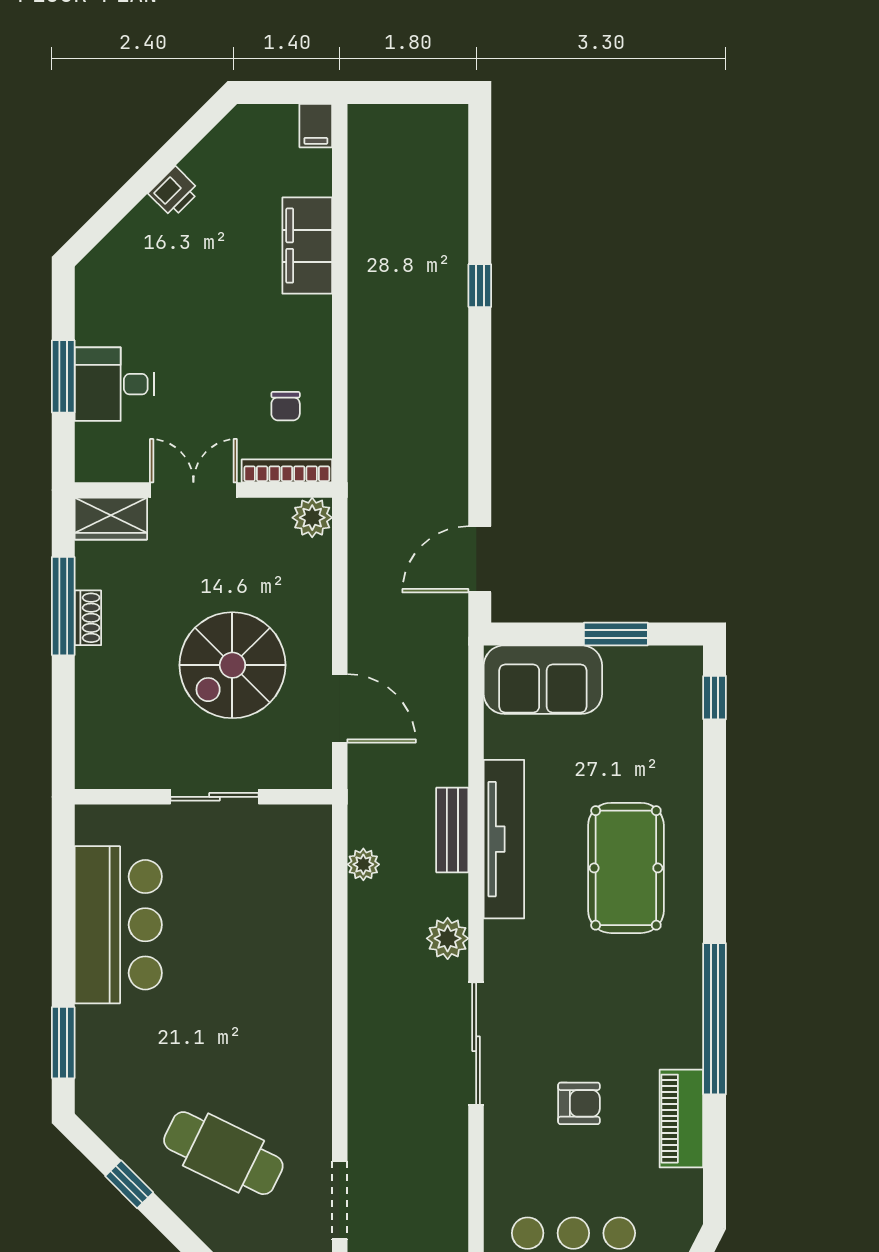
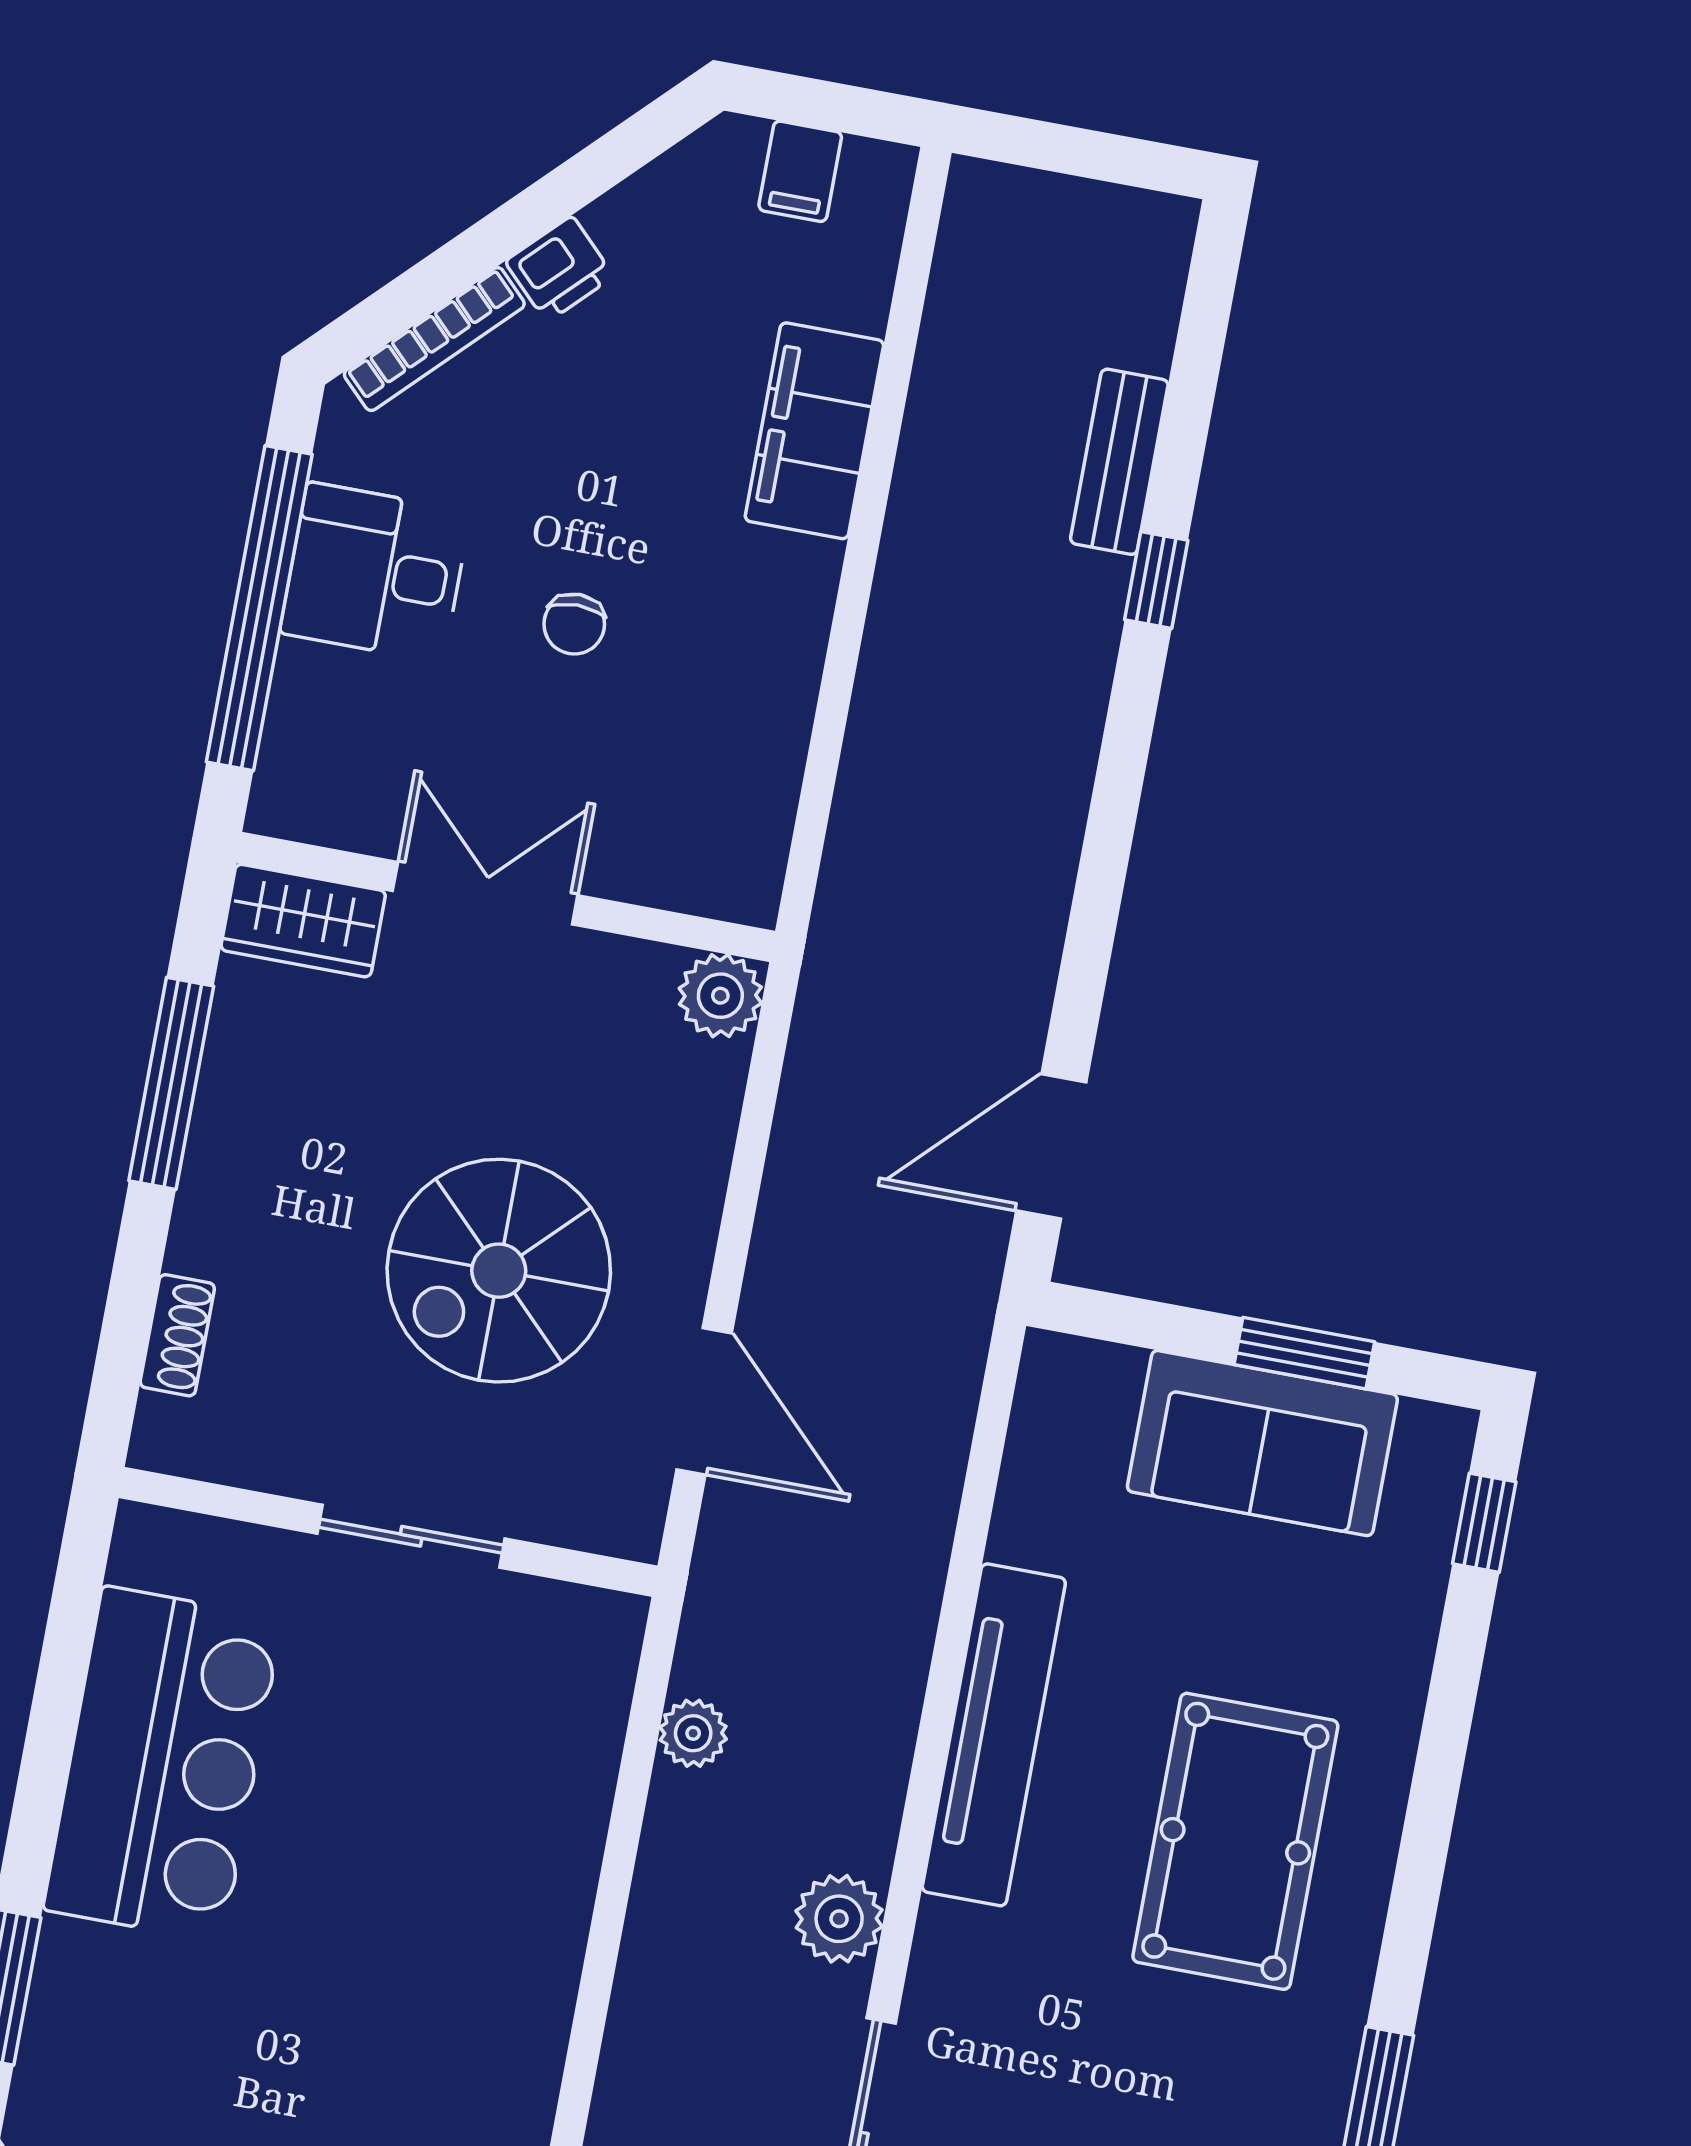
filing cabinet: (316, 126) -> (800, 171), moved
window: (63, 376) -> (259, 608), width x2.11
desk: (114, 384) -> (375, 572), moved
chair: (286, 406) -> (574, 624), moved
bookcase: (287, 471) -> (434, 339), moved, turned 135
shoe rack: (88, 618) -> (177, 1335), moved
sofa: (543, 680) -> (1262, 1443), moved
bench: (452, 830) -> (1119, 462), moved

